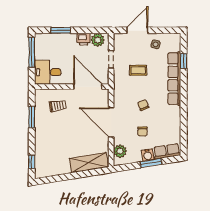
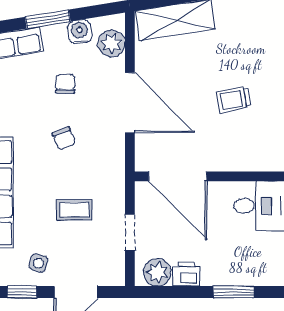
window: (164, 30) -> (22, 292), added
trolley: (58, 106) -> (234, 100), moved
water cooler: (148, 155) -> (80, 32), moved

